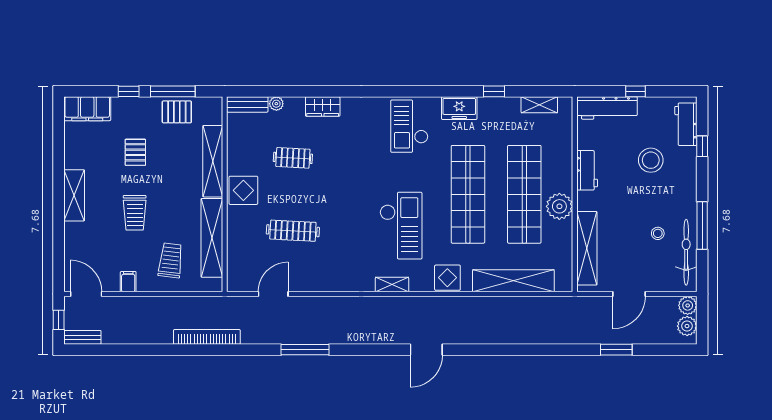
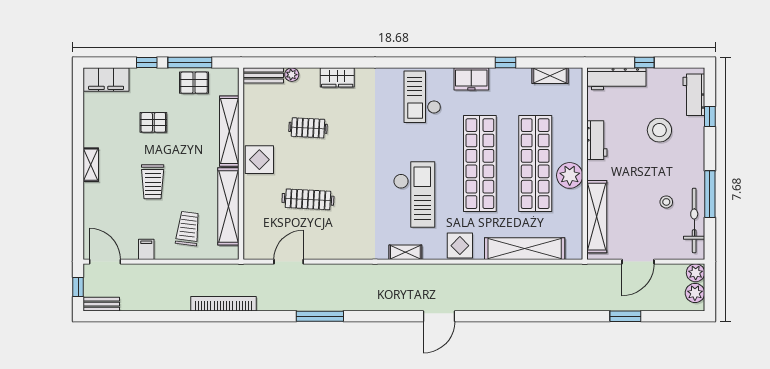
pallet: (135, 152) -> (153, 122), turned 90
shelving: (74, 195) -> (91, 165), width x0.67, depth x0.75

